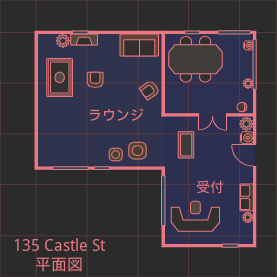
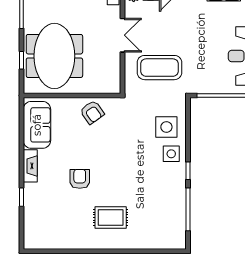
fireplace: (84, 40) -> (30, 166), moved
plant: (63, 41) -> (32, 218), removed
rug: (60, 78) -> (111, 217), moved, width x0.73, depth x0.70
armchair: (95, 80) -> (80, 179), turned 90
coffee table: (186, 145) -> (159, 68), width x1.36, depth x1.32

